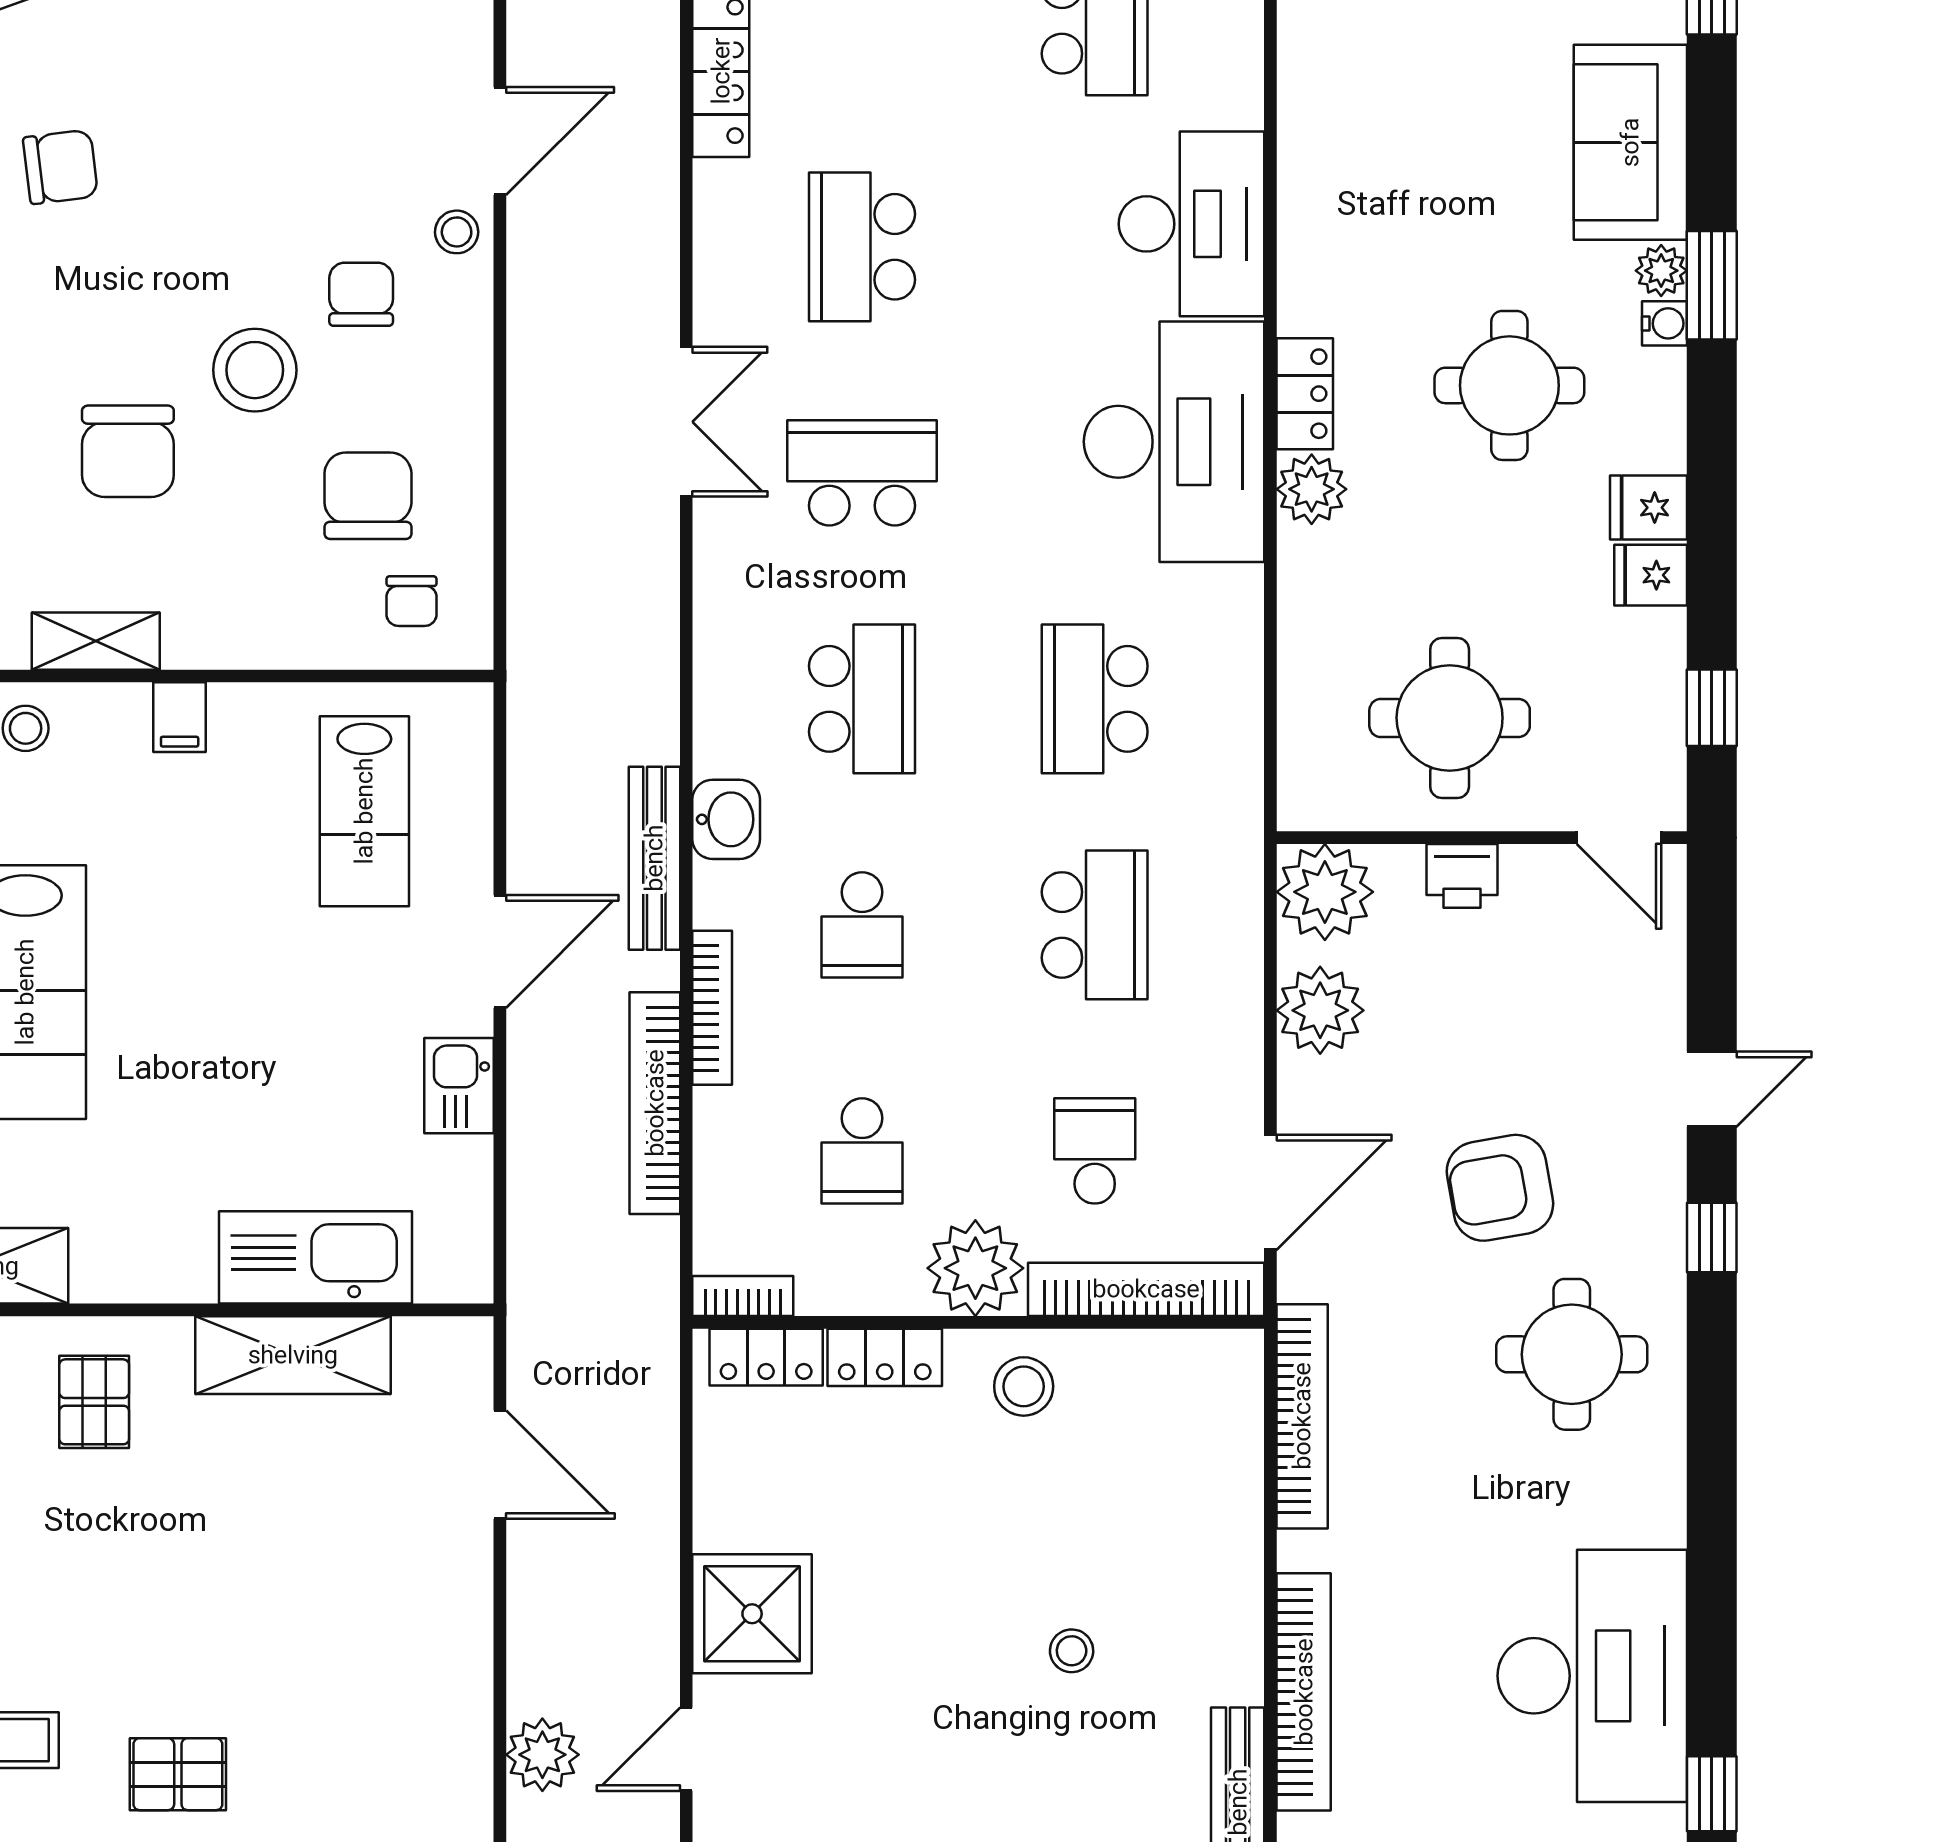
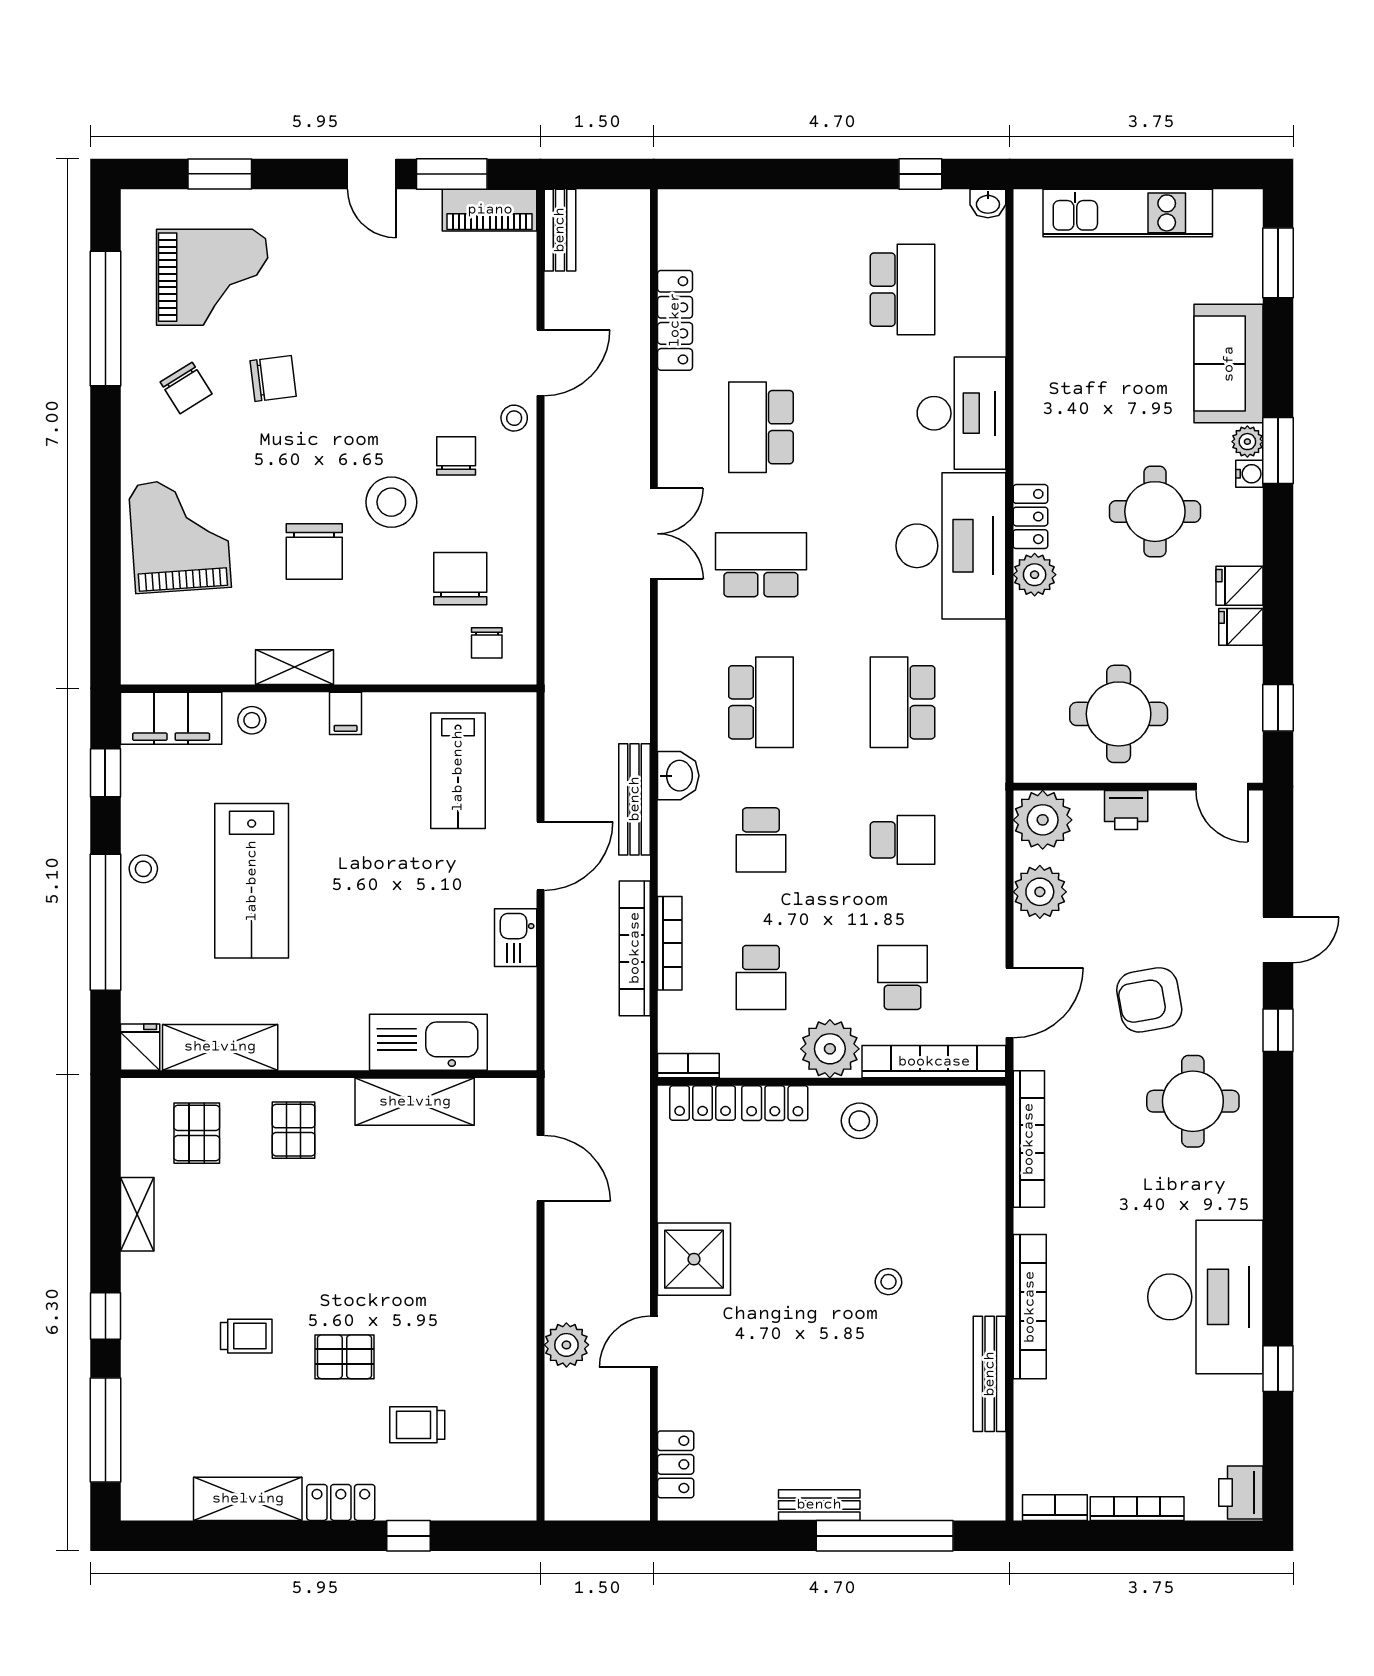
school desk: (1095, 925) -> (903, 840), width x0.54
bookcase: (712, 1008) -> (670, 943), moved

